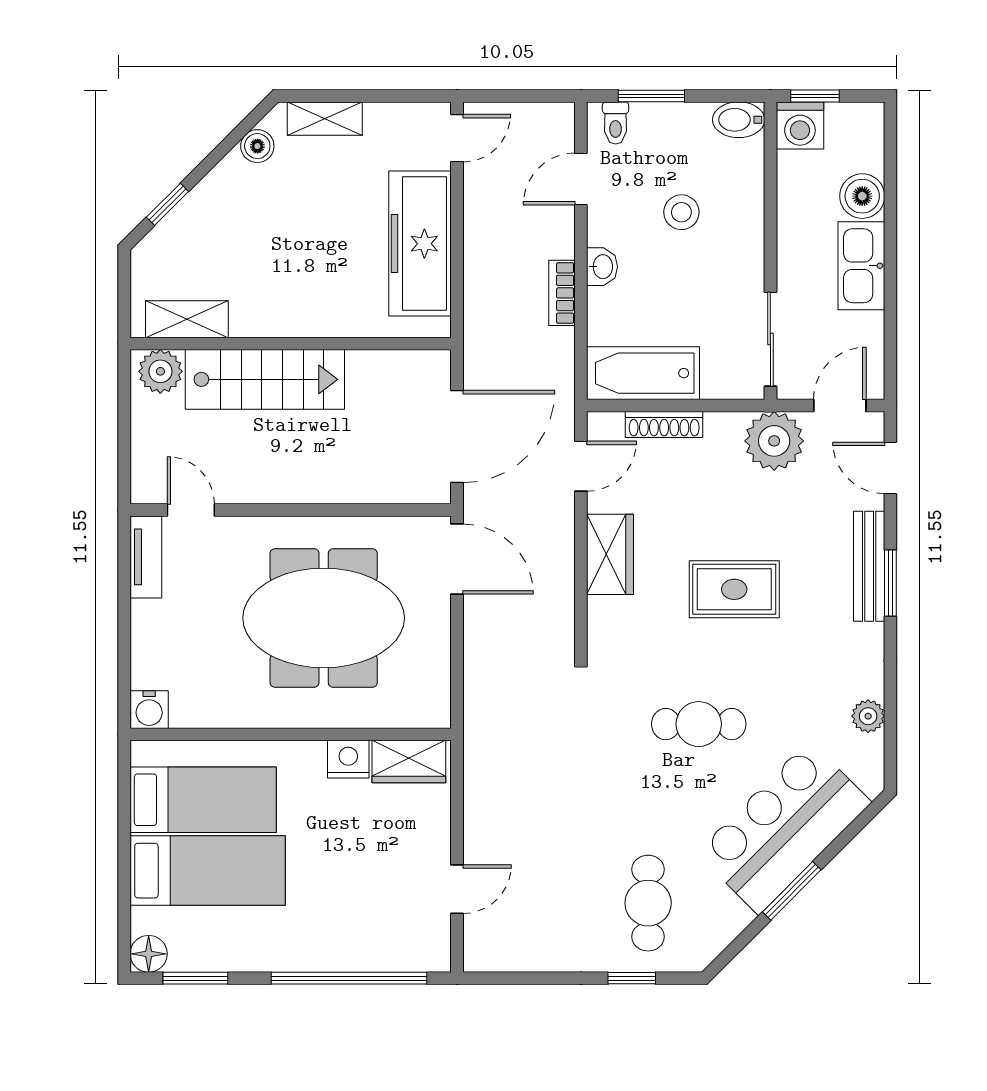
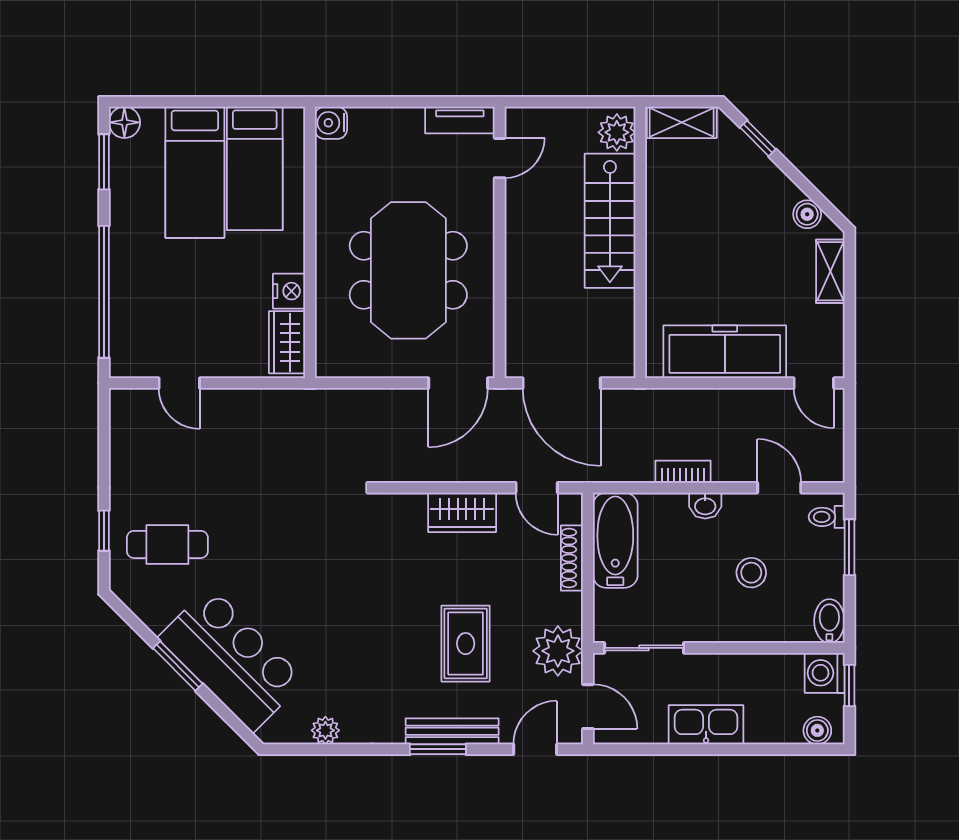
boiler: (862, 196) -> (817, 730), moved, width x0.73, depth x0.73
shelving: (187, 319) -> (682, 122), moved, turned 90
rug: (734, 589) -> (466, 644), moved
cafe table: (699, 724) -> (319, 587), removed

